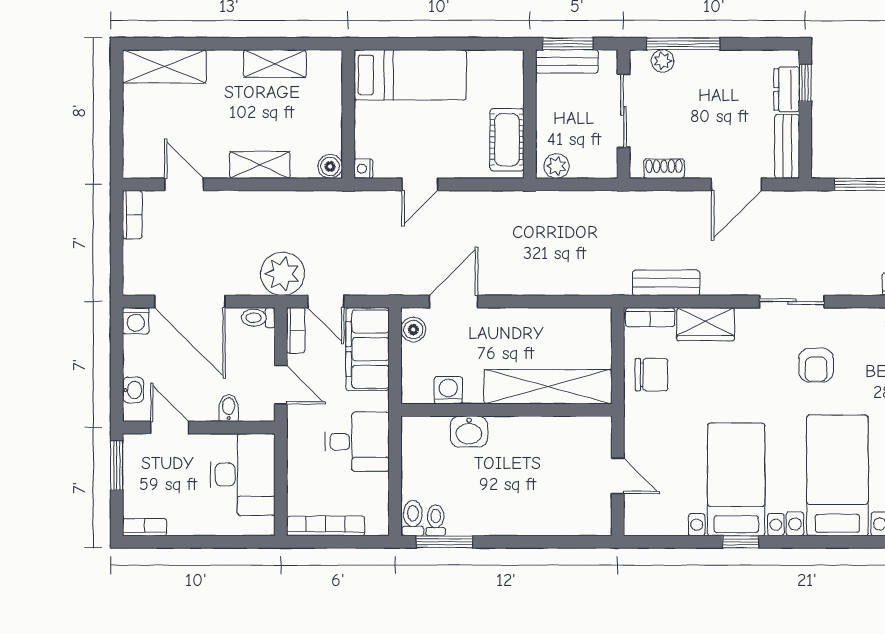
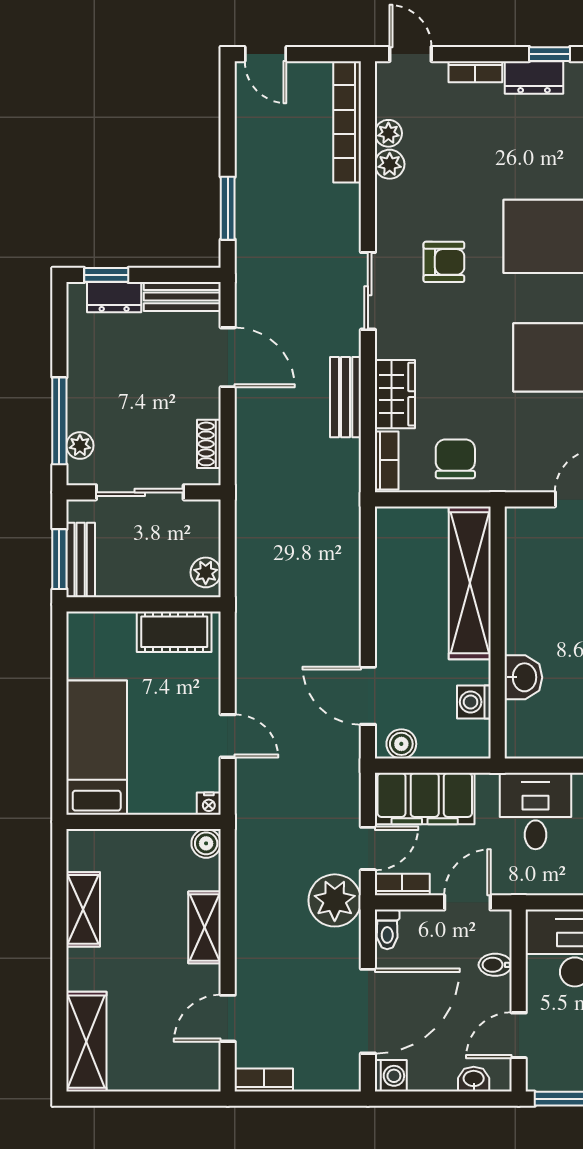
bench: (666, 283) -> (346, 397), moved

